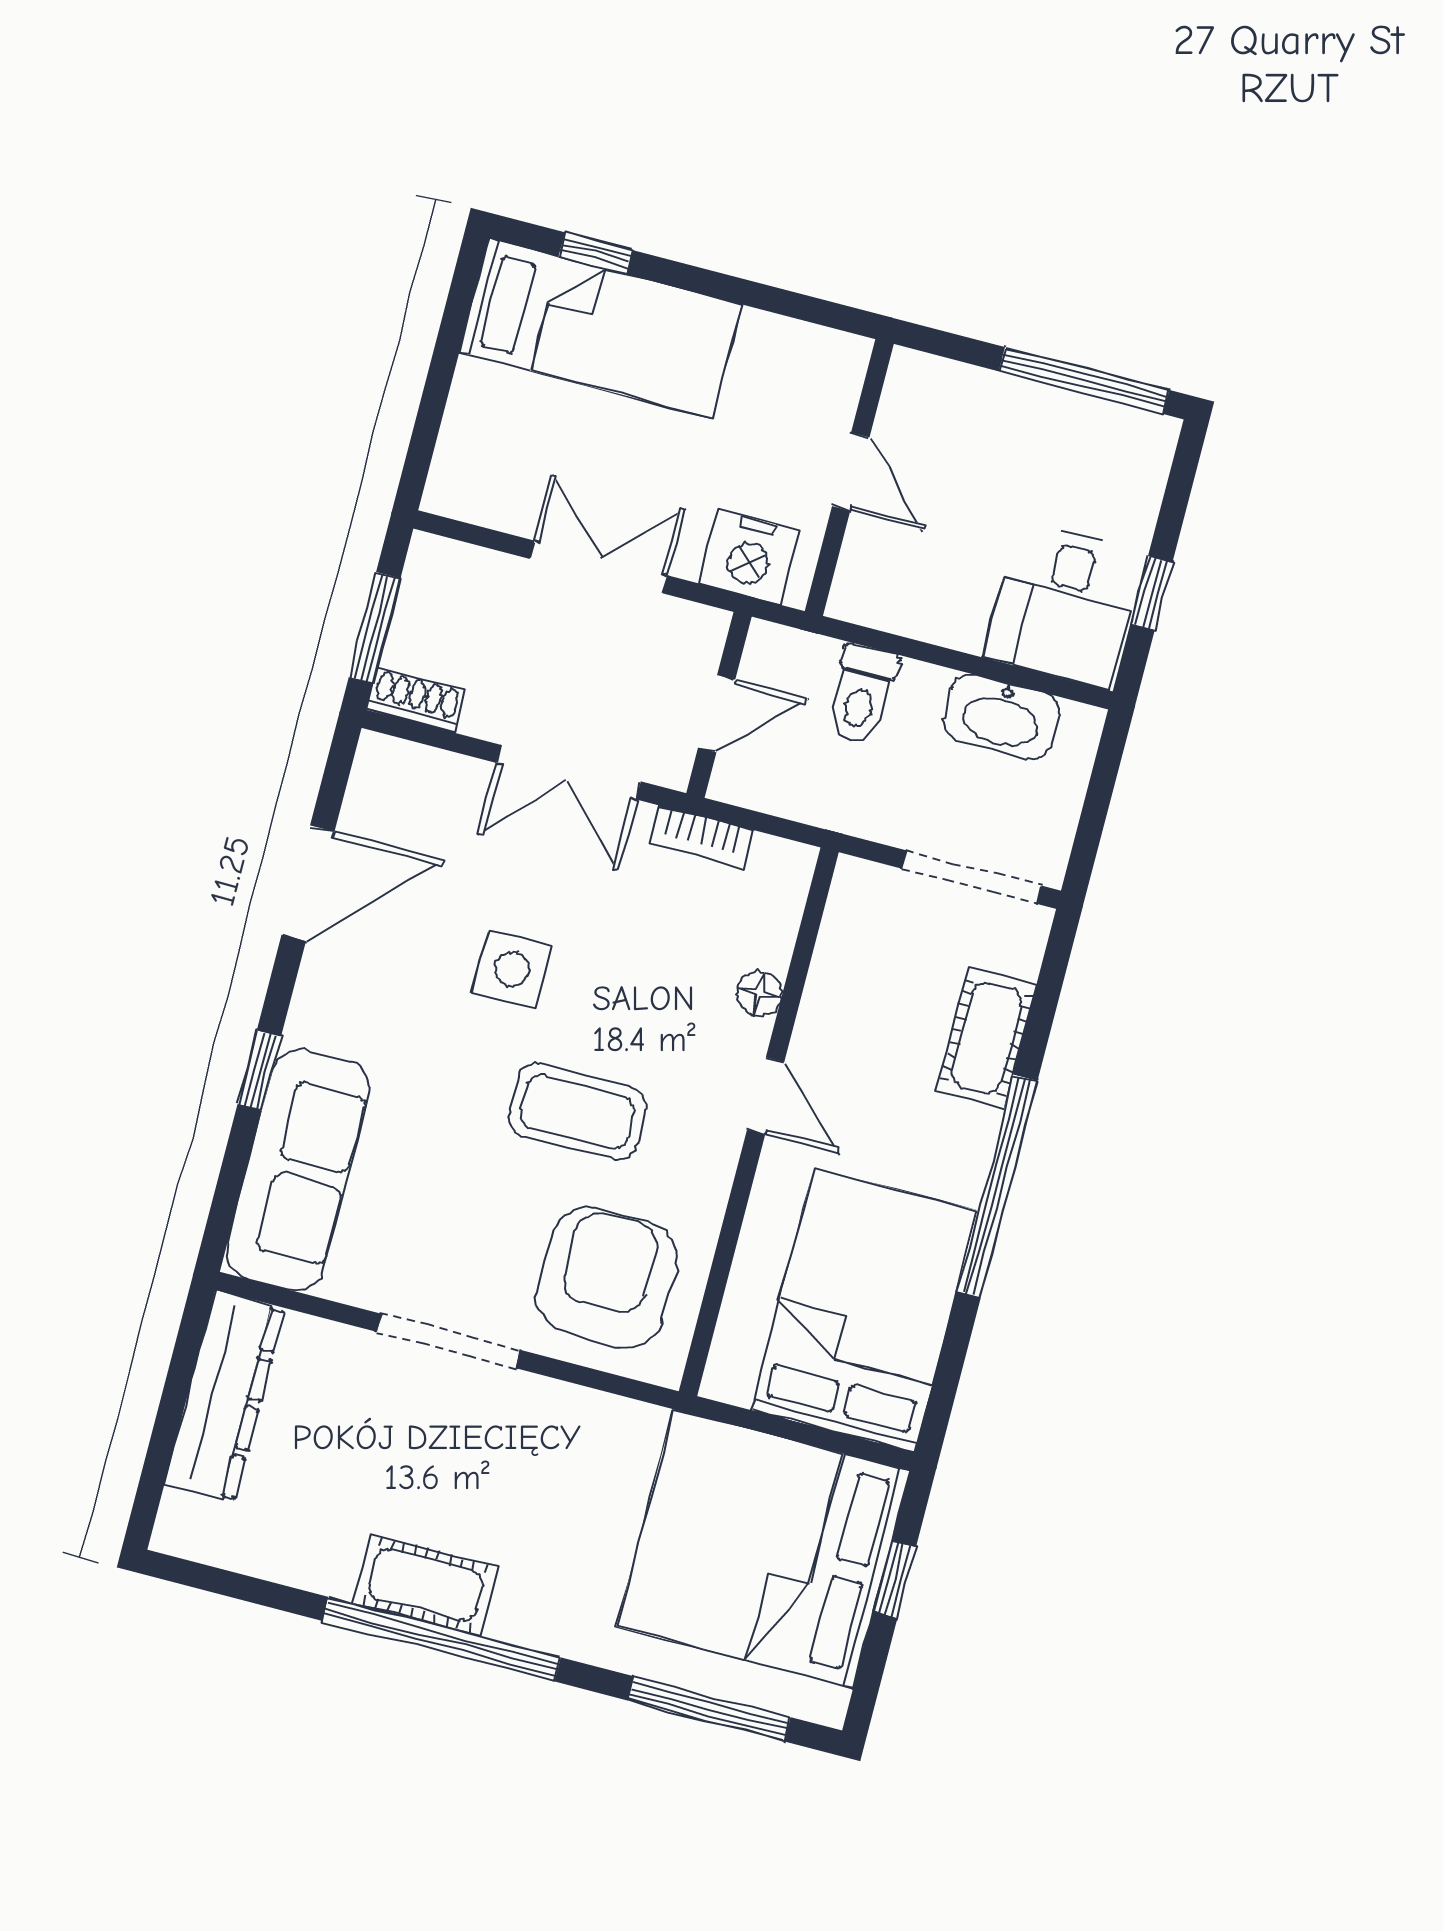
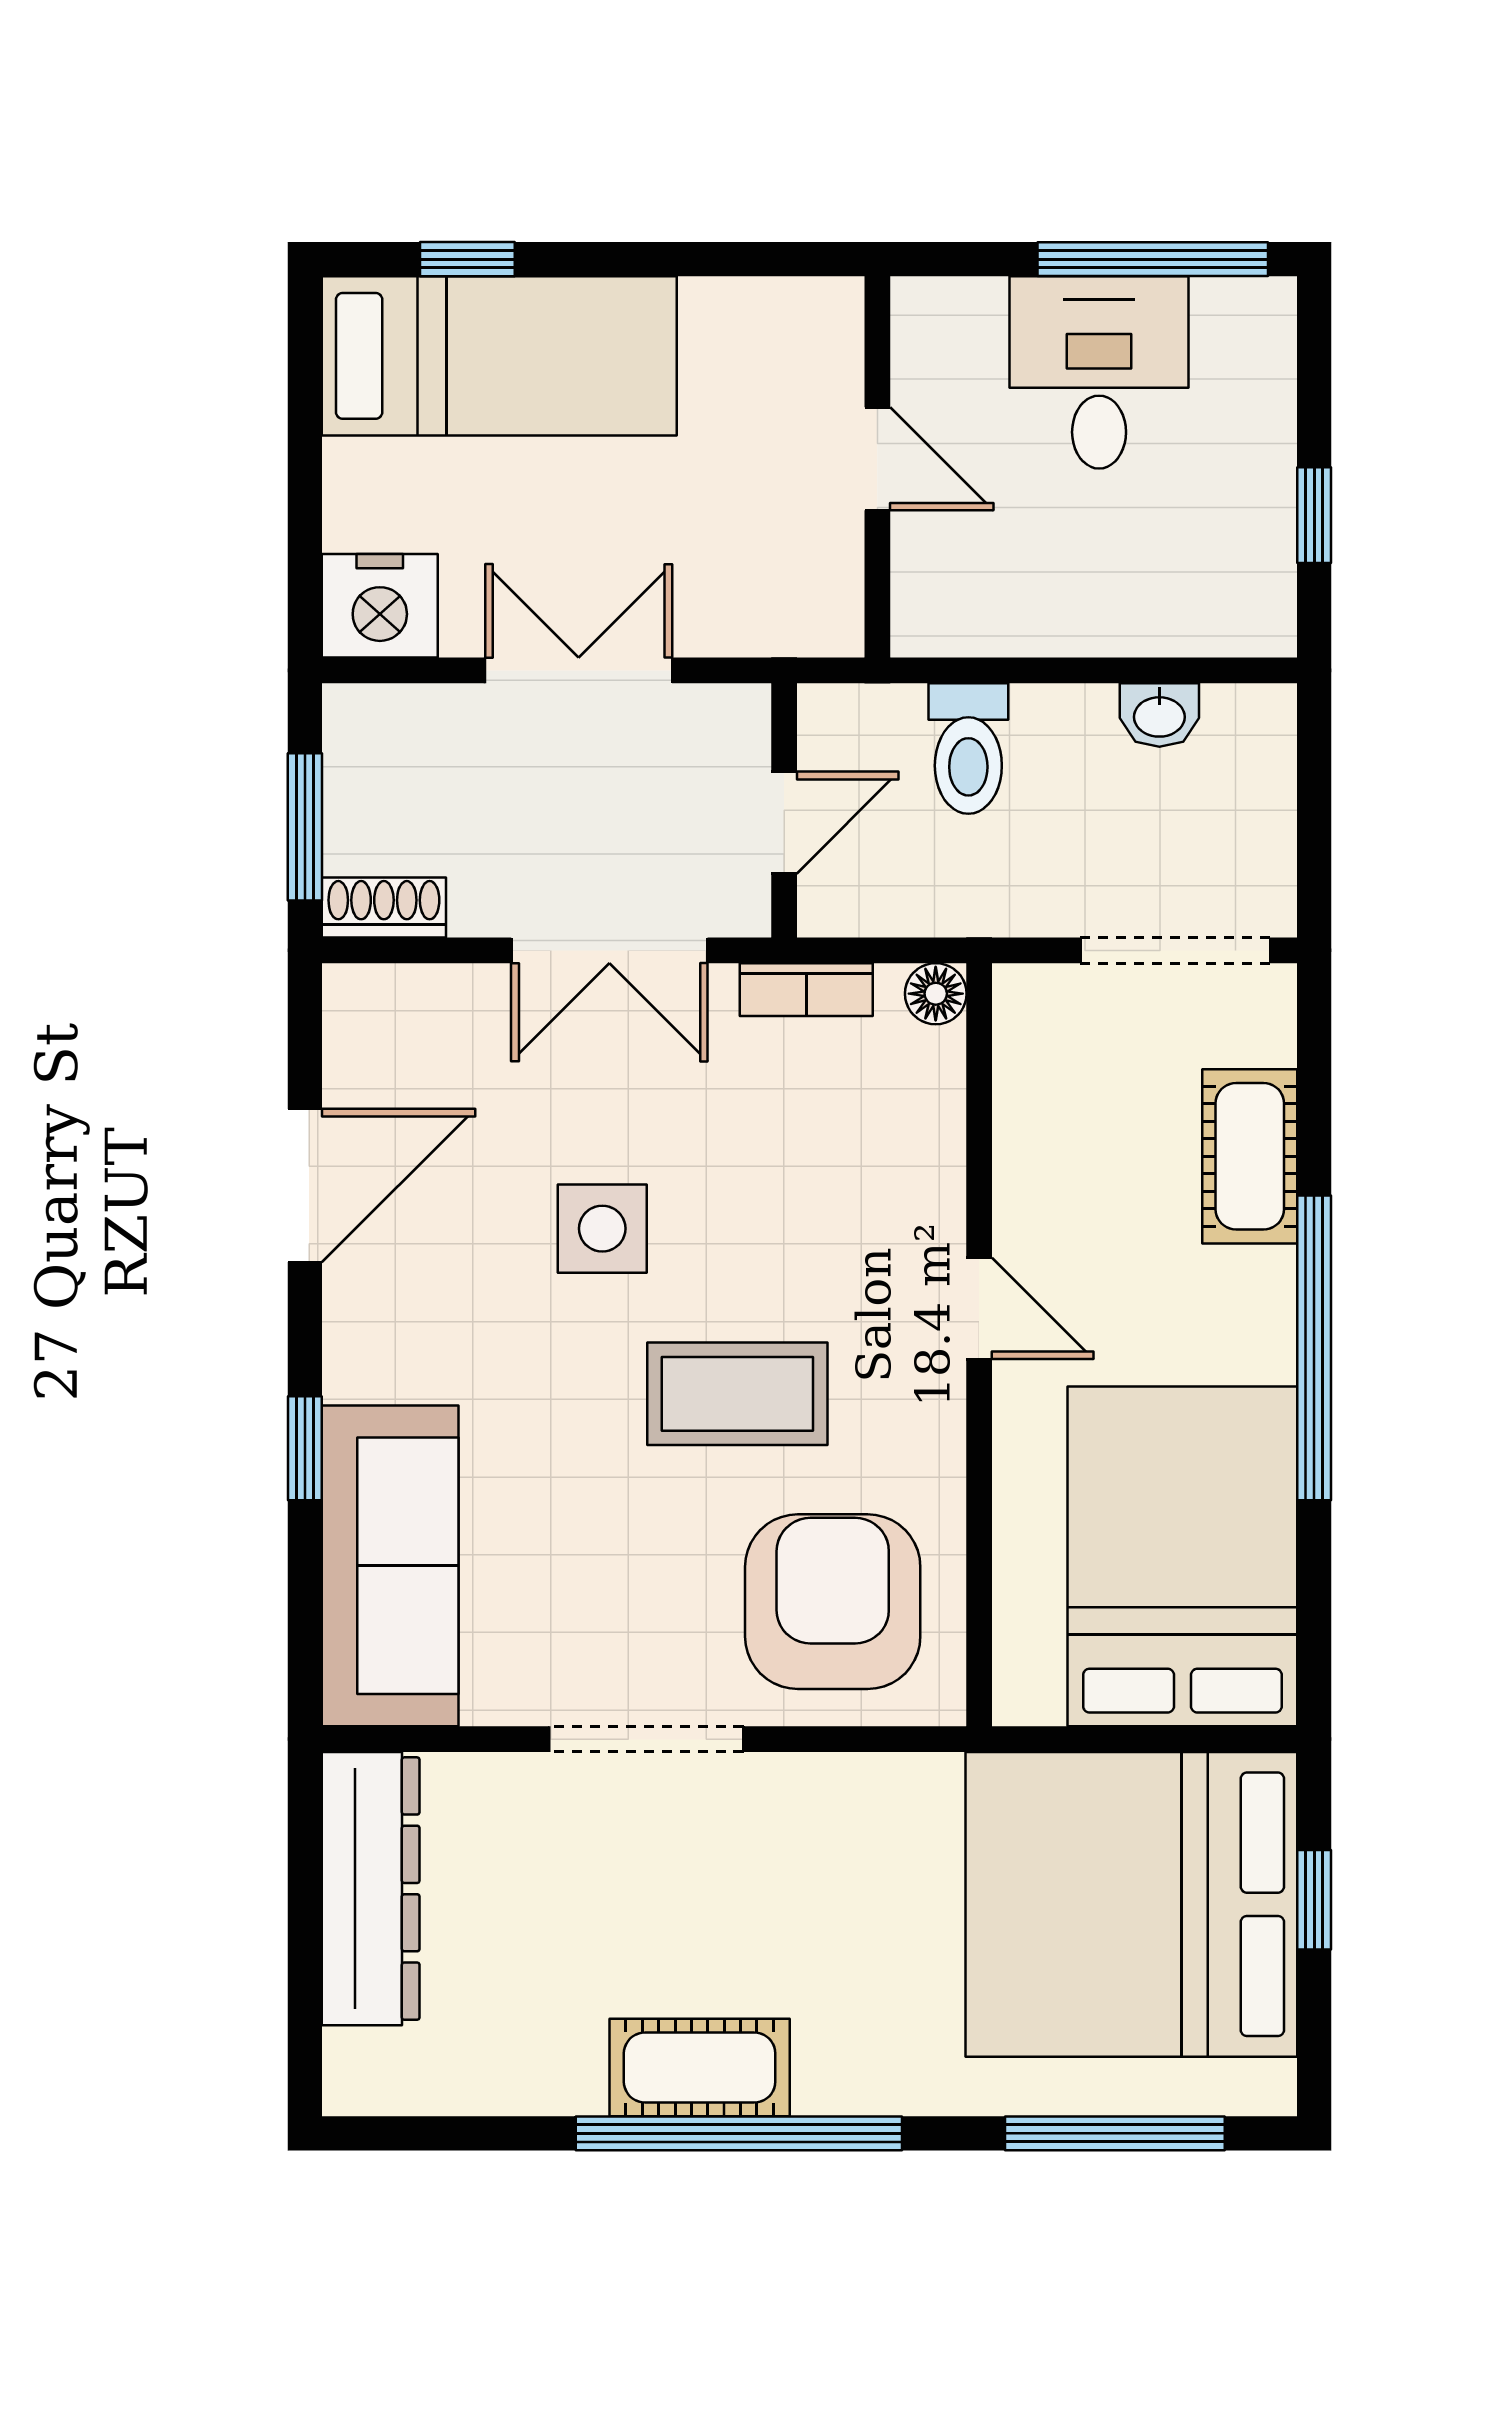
nightstand: (750, 557) -> (380, 606), moved
desk: (1064, 605) -> (1099, 372), moved, turned 180
washbasin: (1001, 717) -> (1159, 715), width x0.52, depth x0.69
floor lamp: (759, 993) -> (936, 994), moved

